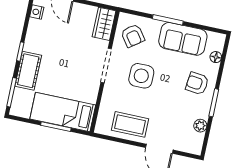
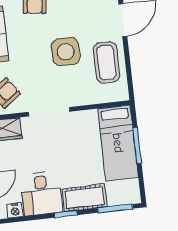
desk: (43, 38) -> (41, 194), added
side table: (141, 76) -> (66, 52), moved

